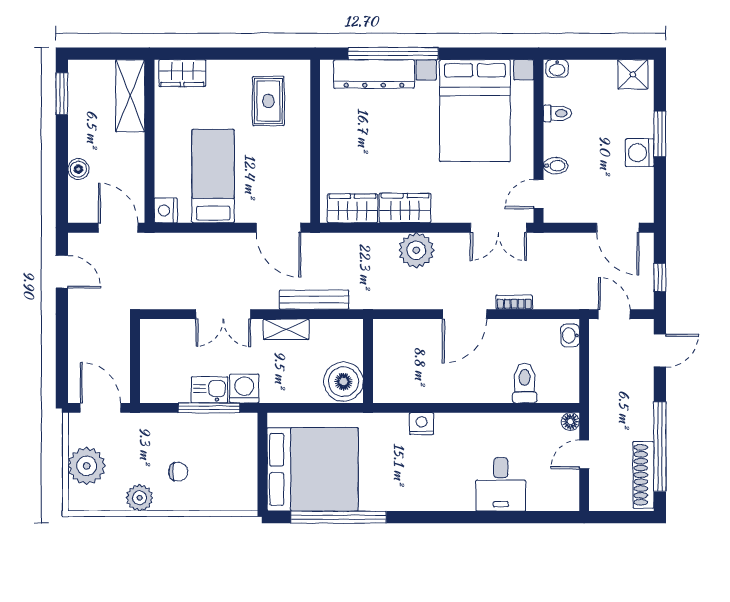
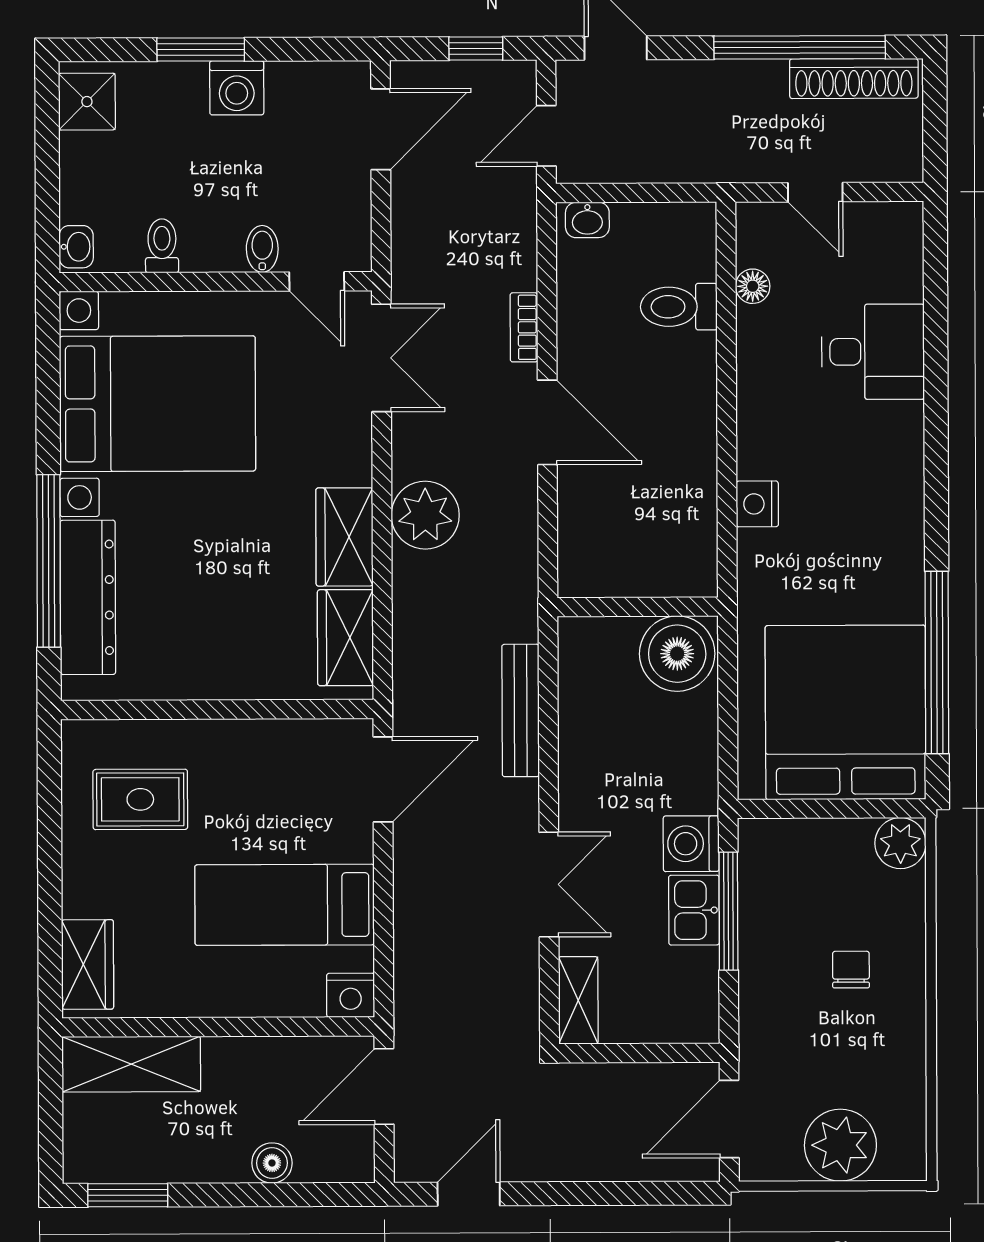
shelving: (286, 329) -> (578, 1000), moved
floor lamp: (570, 422) -> (753, 286), moved
plant: (140, 498) -> (900, 843), moved

